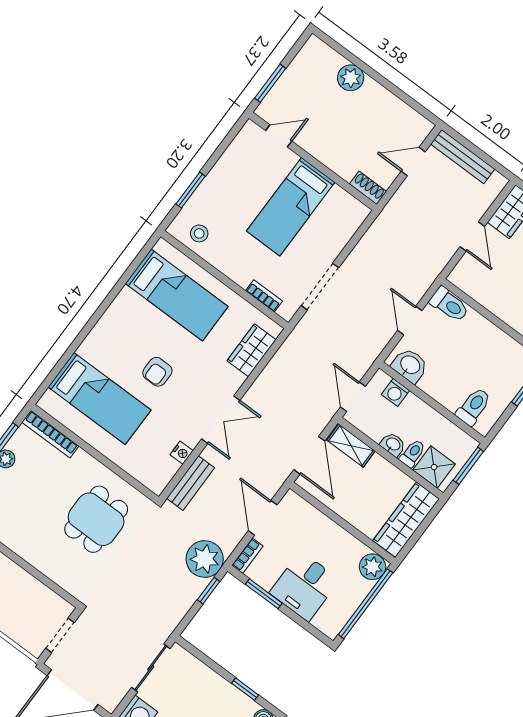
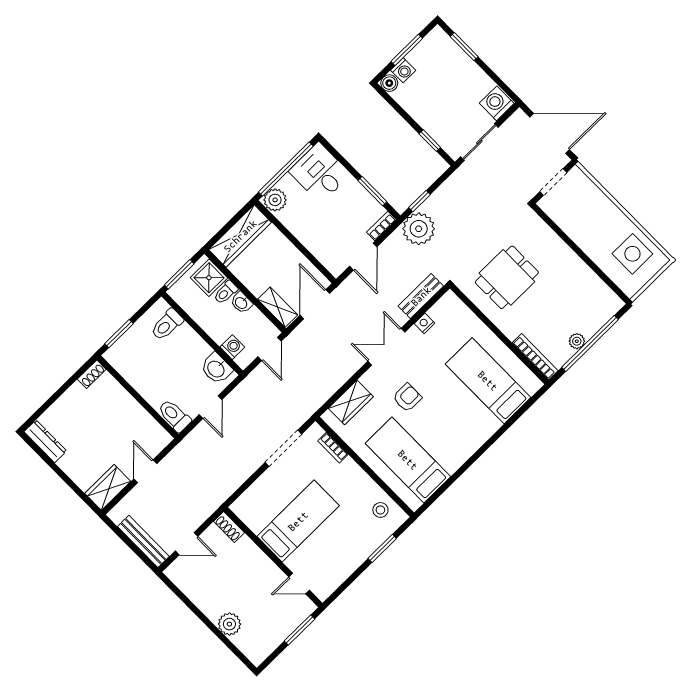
armchair: (157, 372) -> (407, 398), moved
desk: (304, 586) -> (320, 173), moved, turned -90
window: (245, 689) -> (430, 141), moved

